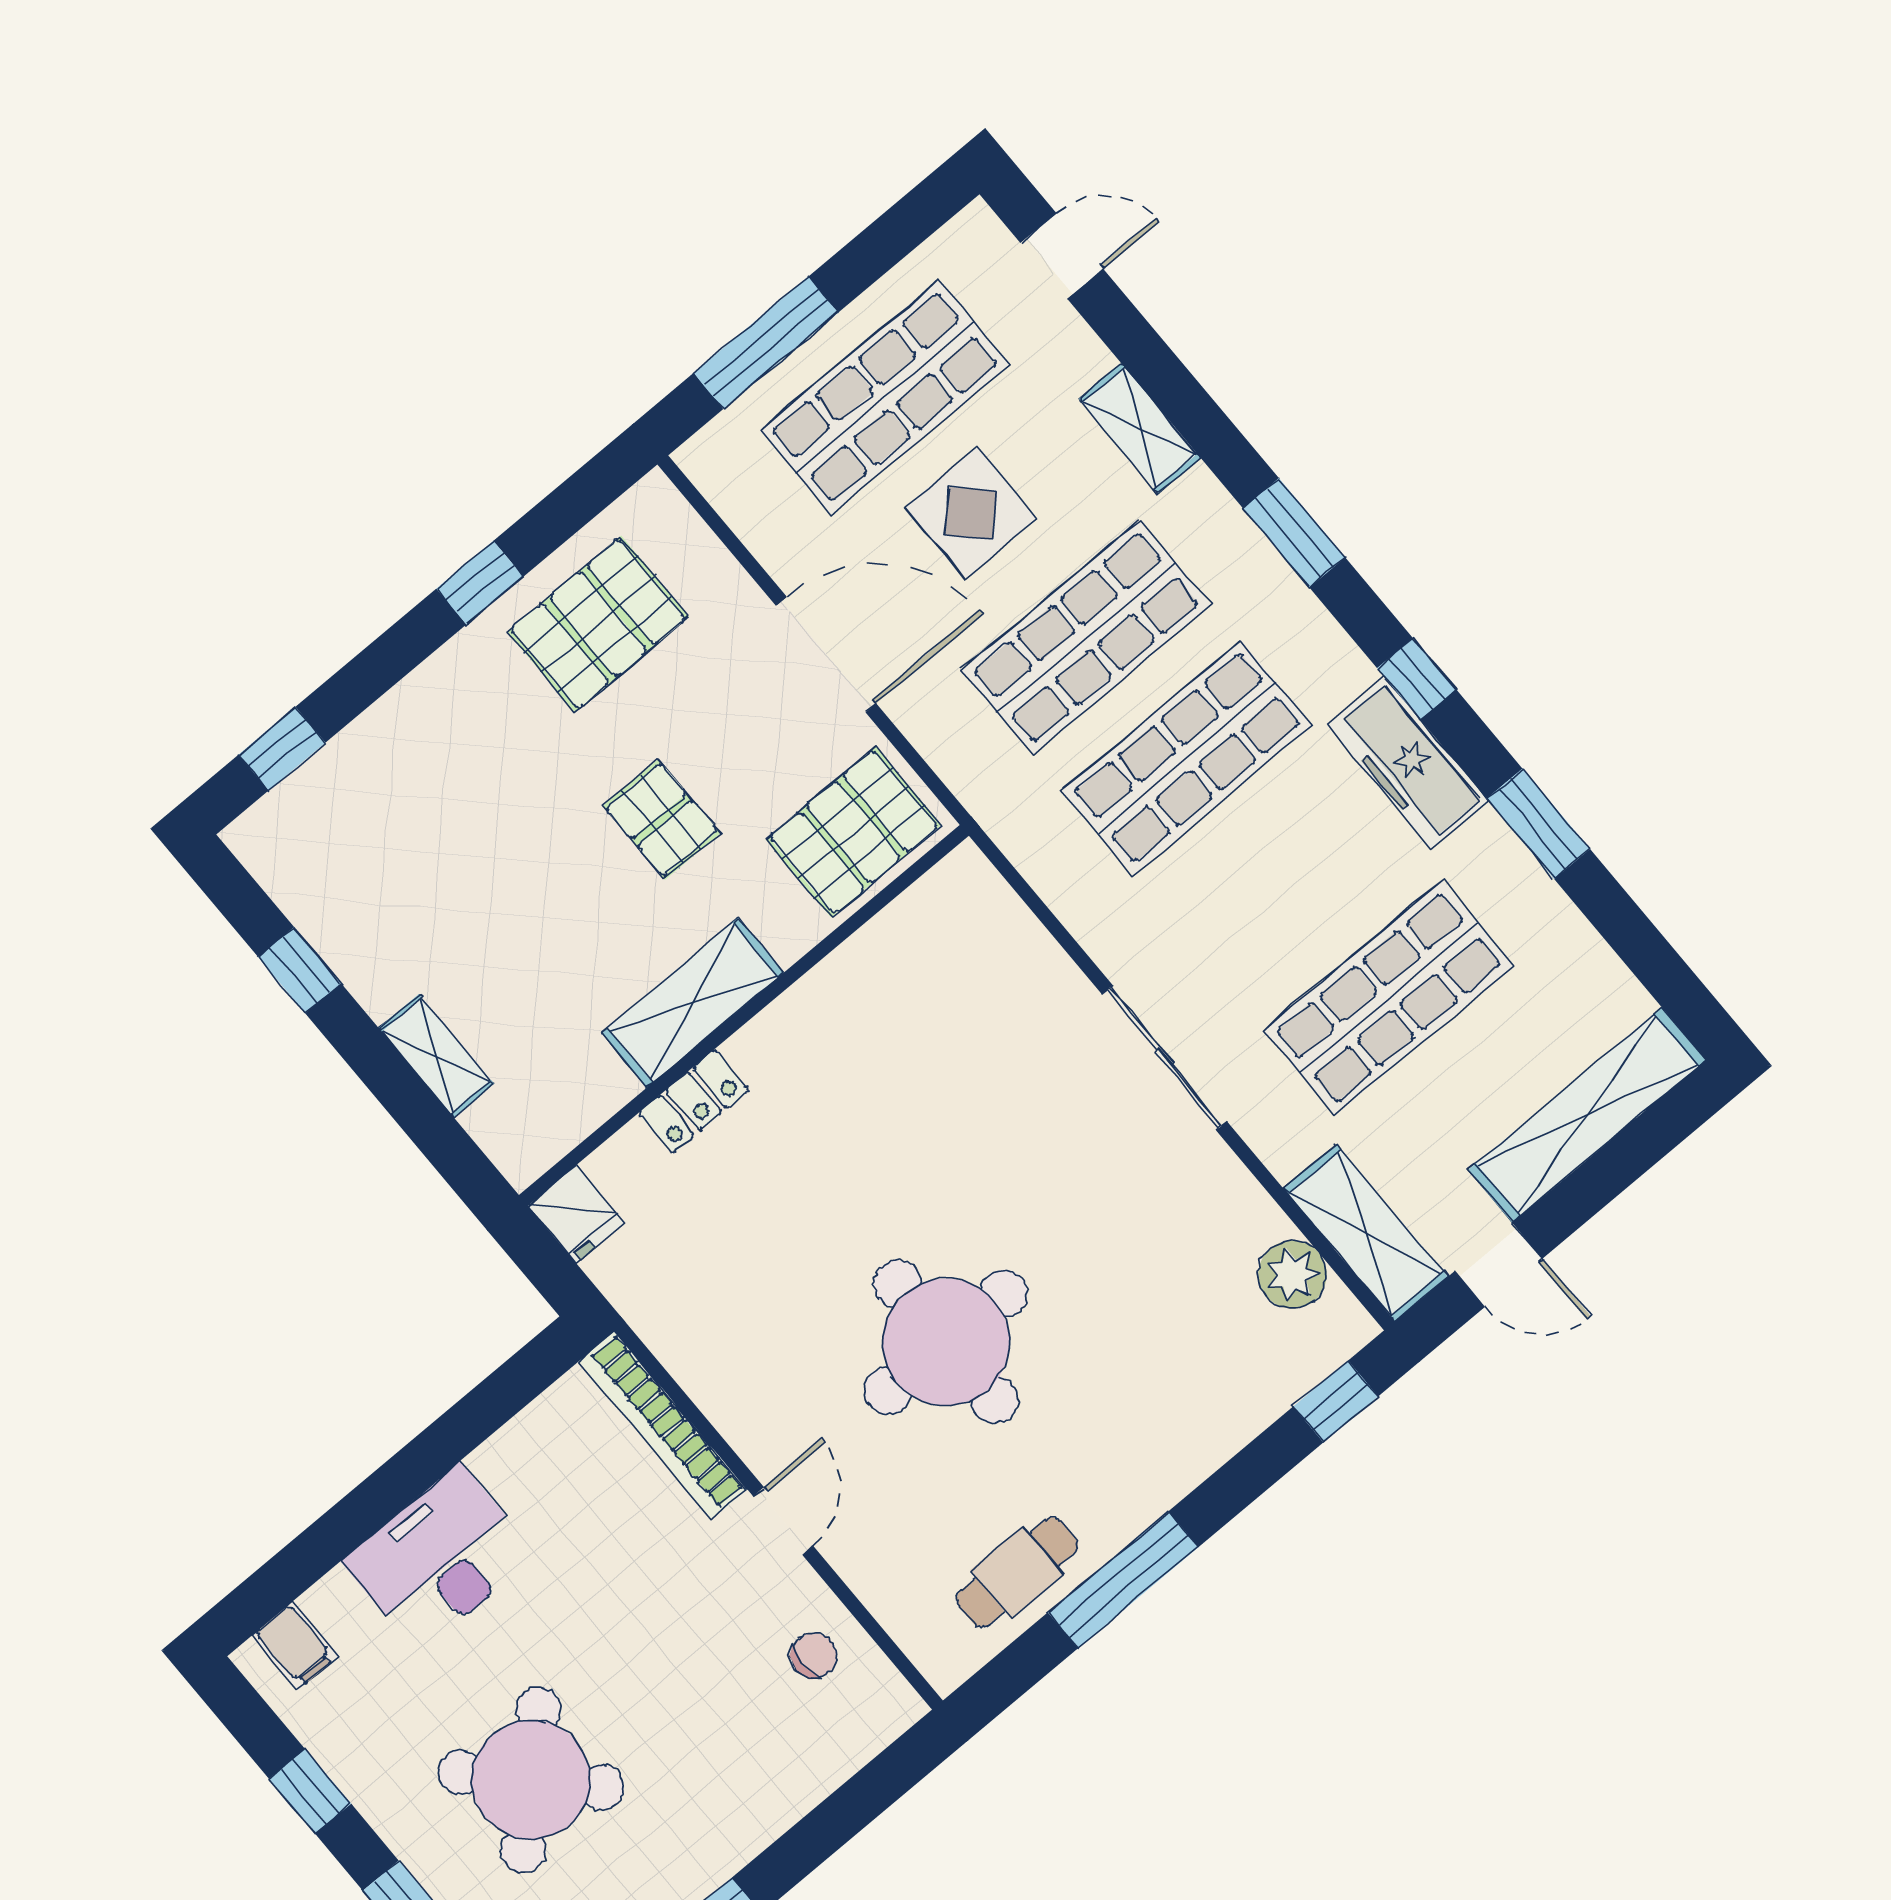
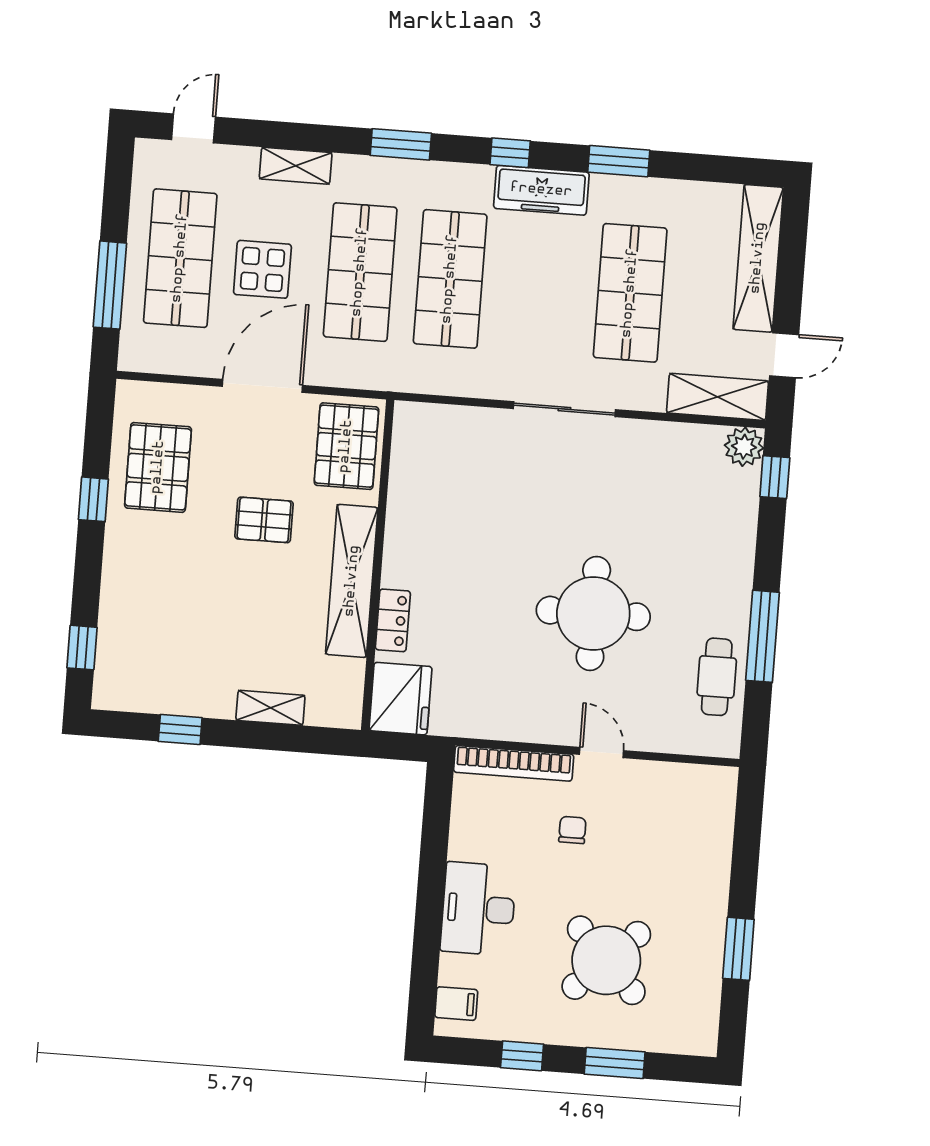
shelving: (693, 1003) -> (352, 581), width x1.47
fridge: (576, 1214) -> (401, 699), width x1.88, depth x1.34
plant: (1293, 1274) -> (744, 447), moved
chair: (814, 1655) -> (572, 830), moved

